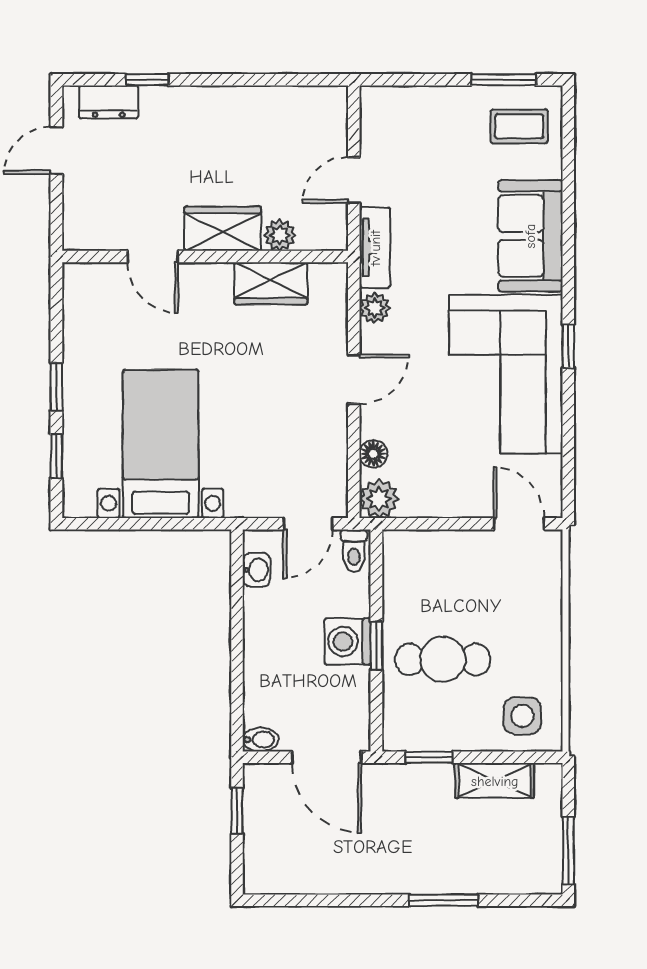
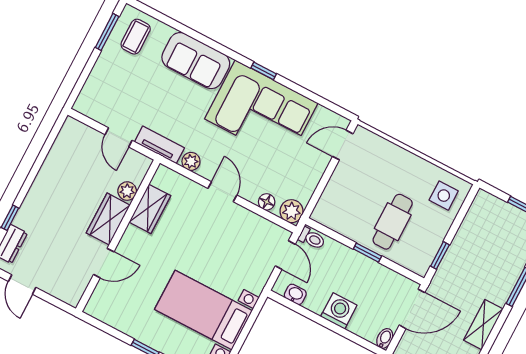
washing machine: (348, 641) -> (339, 311), moved, turned 180
shelving: (495, 781) -> (483, 325), moved

